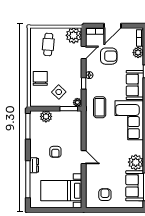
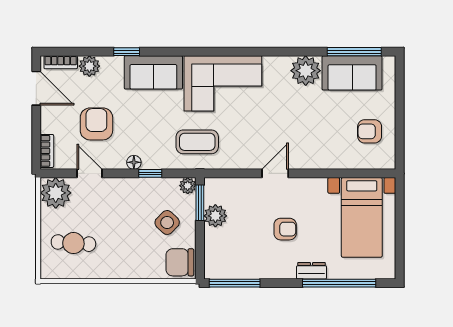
door: (113, 26) -> (36, 88), moved
chair: (40, 78) -> (180, 262), moved
plant: (46, 116) -> (215, 216), moved
door: (84, 157) -> (275, 173), moved

